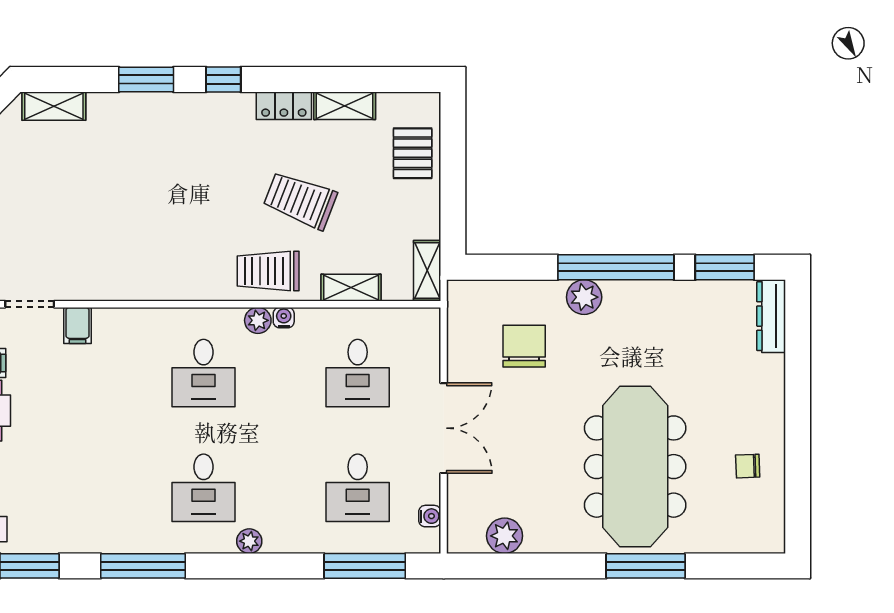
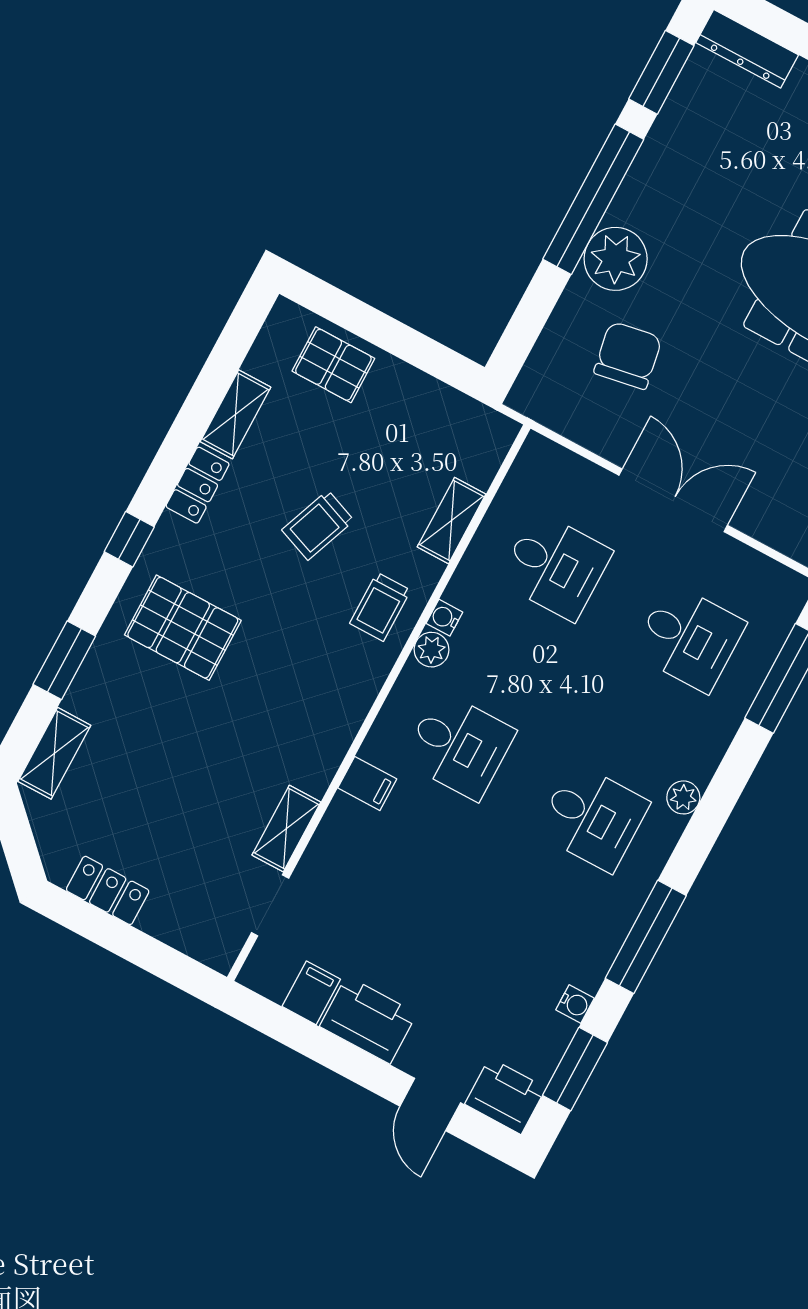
window: (146, 79) -> (64, 660), moved
pallet: (184, 147) -> (183, 628), added
trolley: (300, 200) -> (318, 525), width x0.73, depth x0.72
shelving: (427, 270) -> (286, 829), moved, turned 90
trolley: (268, 271) -> (380, 607), width x0.73, depth x0.72
plant: (584, 297) -> (616, 259), width x1.36, depth x1.36
filing cabinet: (78, 325) -> (367, 783), moved
chair: (524, 346) -> (628, 355), turned 80
water cooler: (430, 516) -> (575, 1004), moved, turned 90

